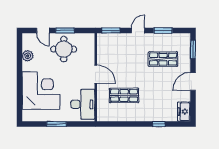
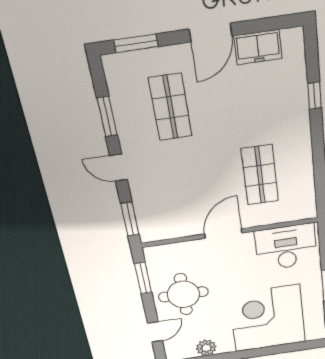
window: (65, 30) -> (143, 278), moved
door: (193, 81) -> (211, 33), hinge flipped
freezer: (184, 112) -> (258, 47), moved

